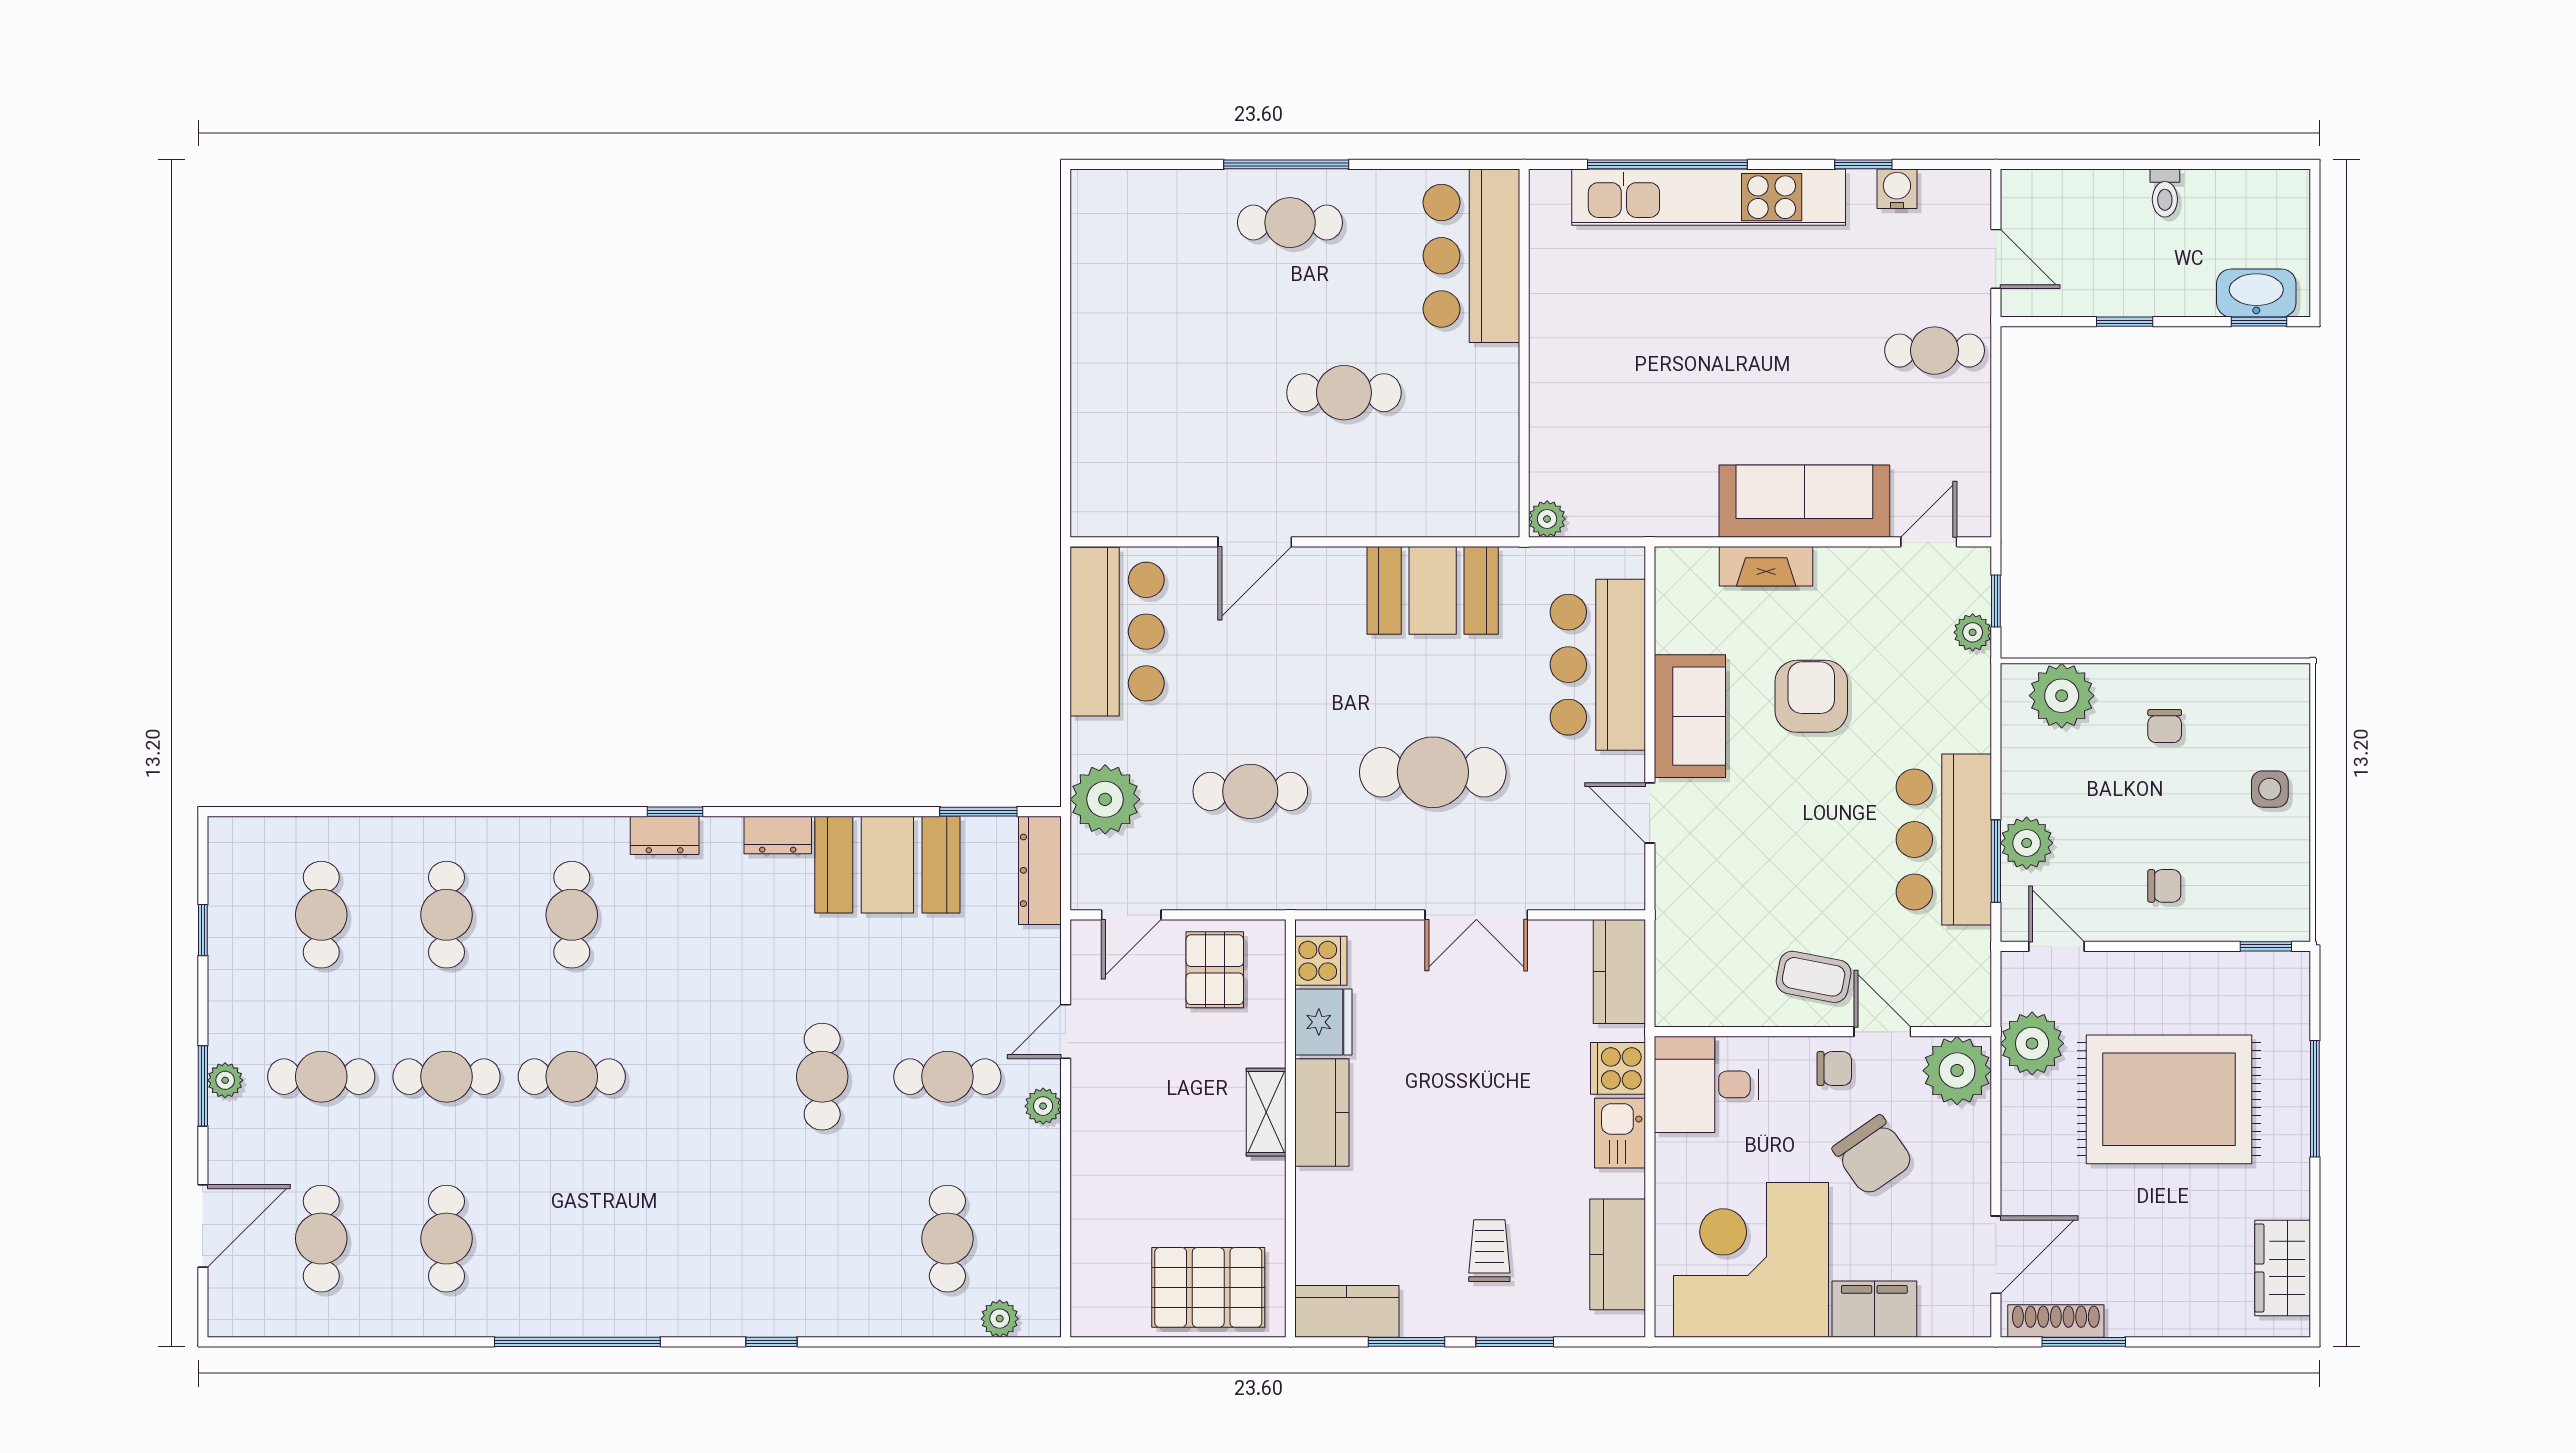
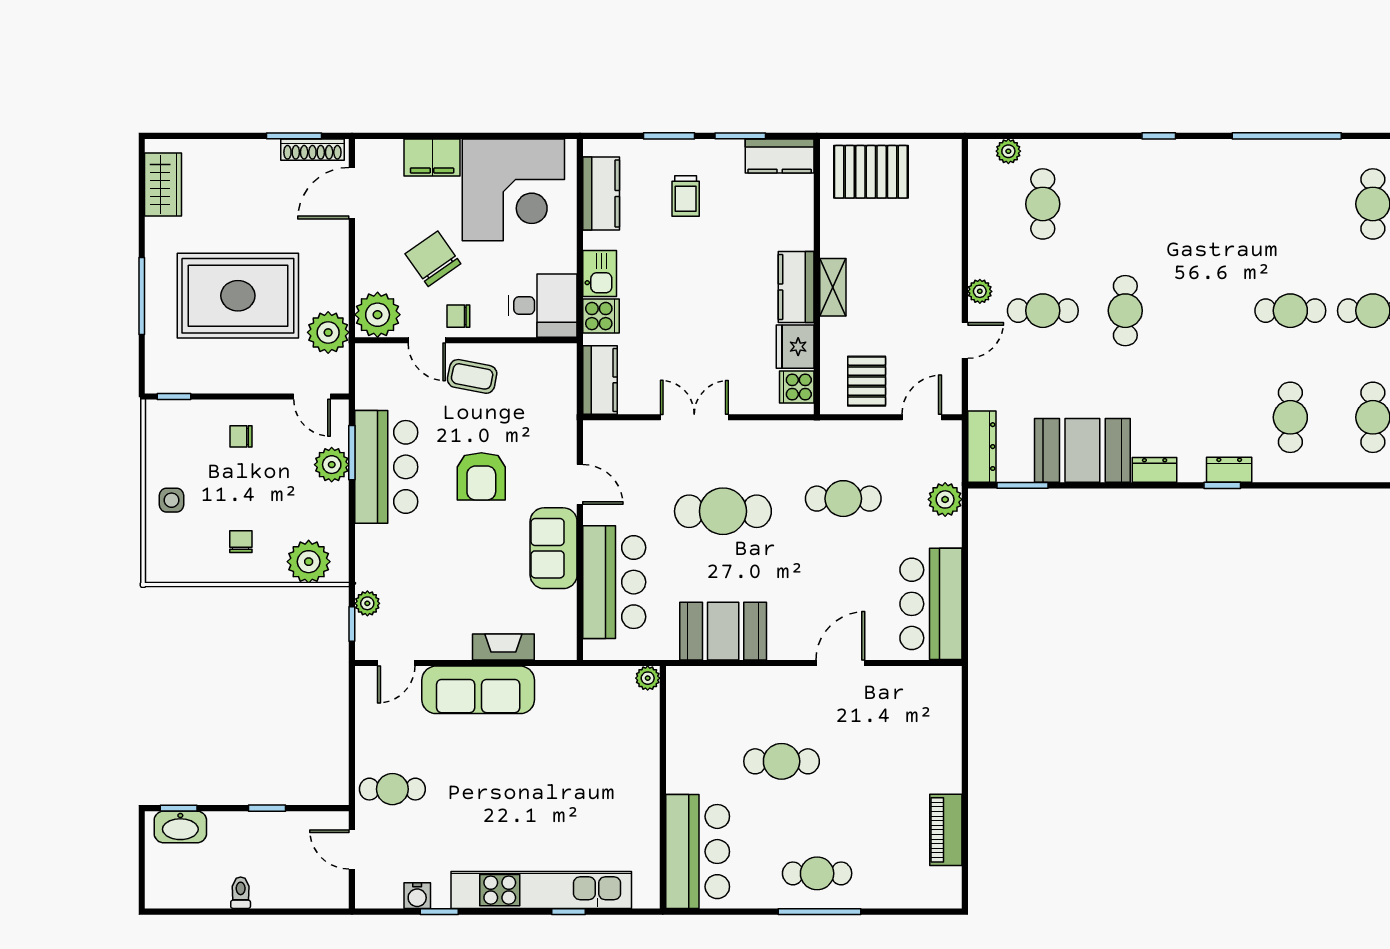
window: (1667, 164) -> (568, 912), width x0.32
piano: (1094, 289) -> (946, 830), added
armchair: (1811, 696) -> (481, 476), moved
plant: (1105, 799) -> (945, 499), width x0.73, depth x0.73

